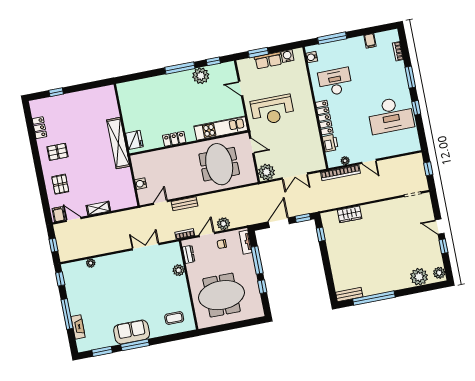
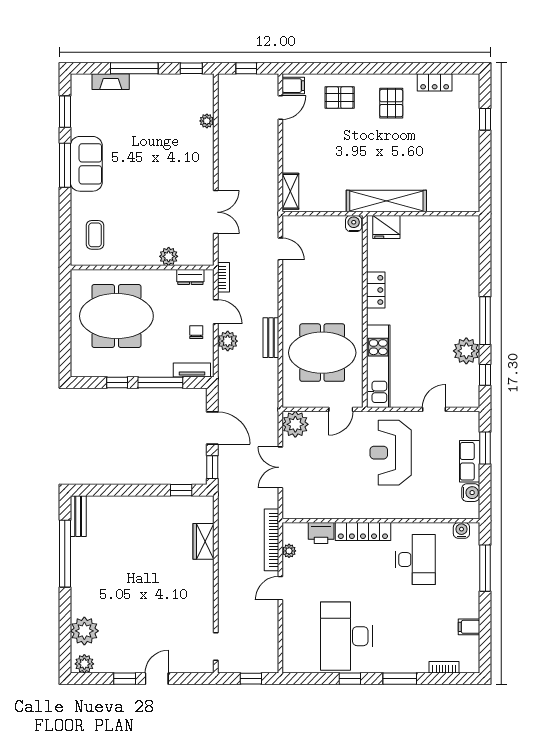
water cooler: (141, 184) -> (354, 224), moved
bench: (185, 204) -> (271, 338), moved
shelving: (98, 208) -> (290, 191), moved
meeting table: (222, 295) -> (116, 316), turned 90

